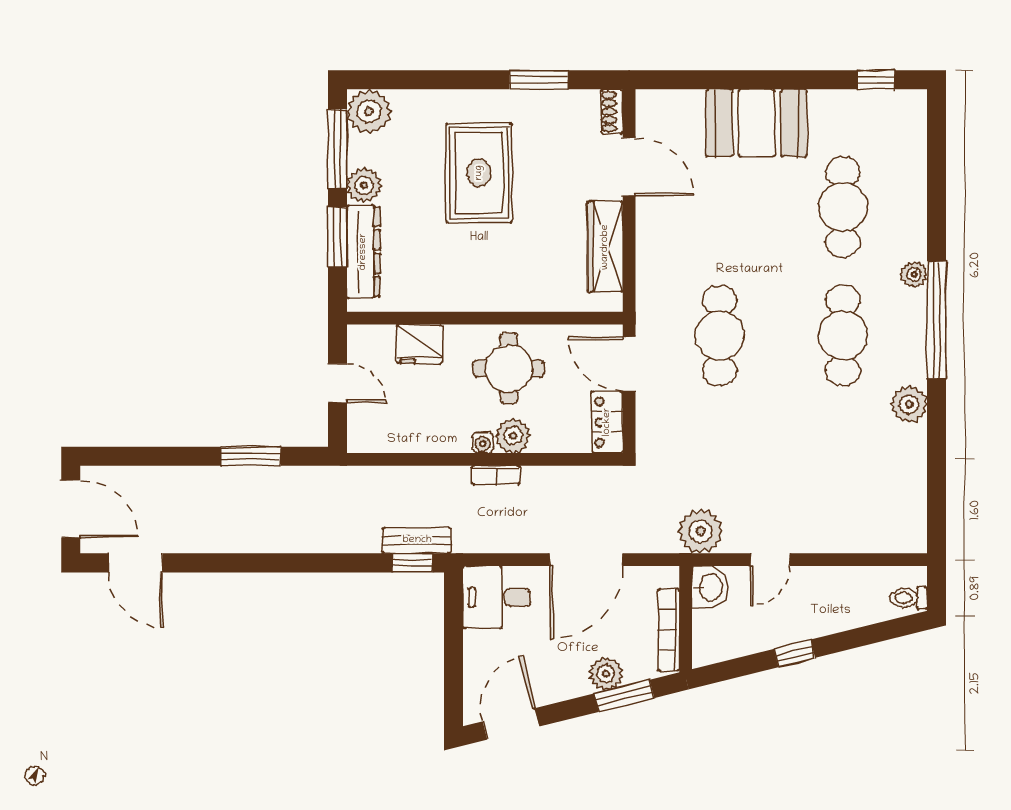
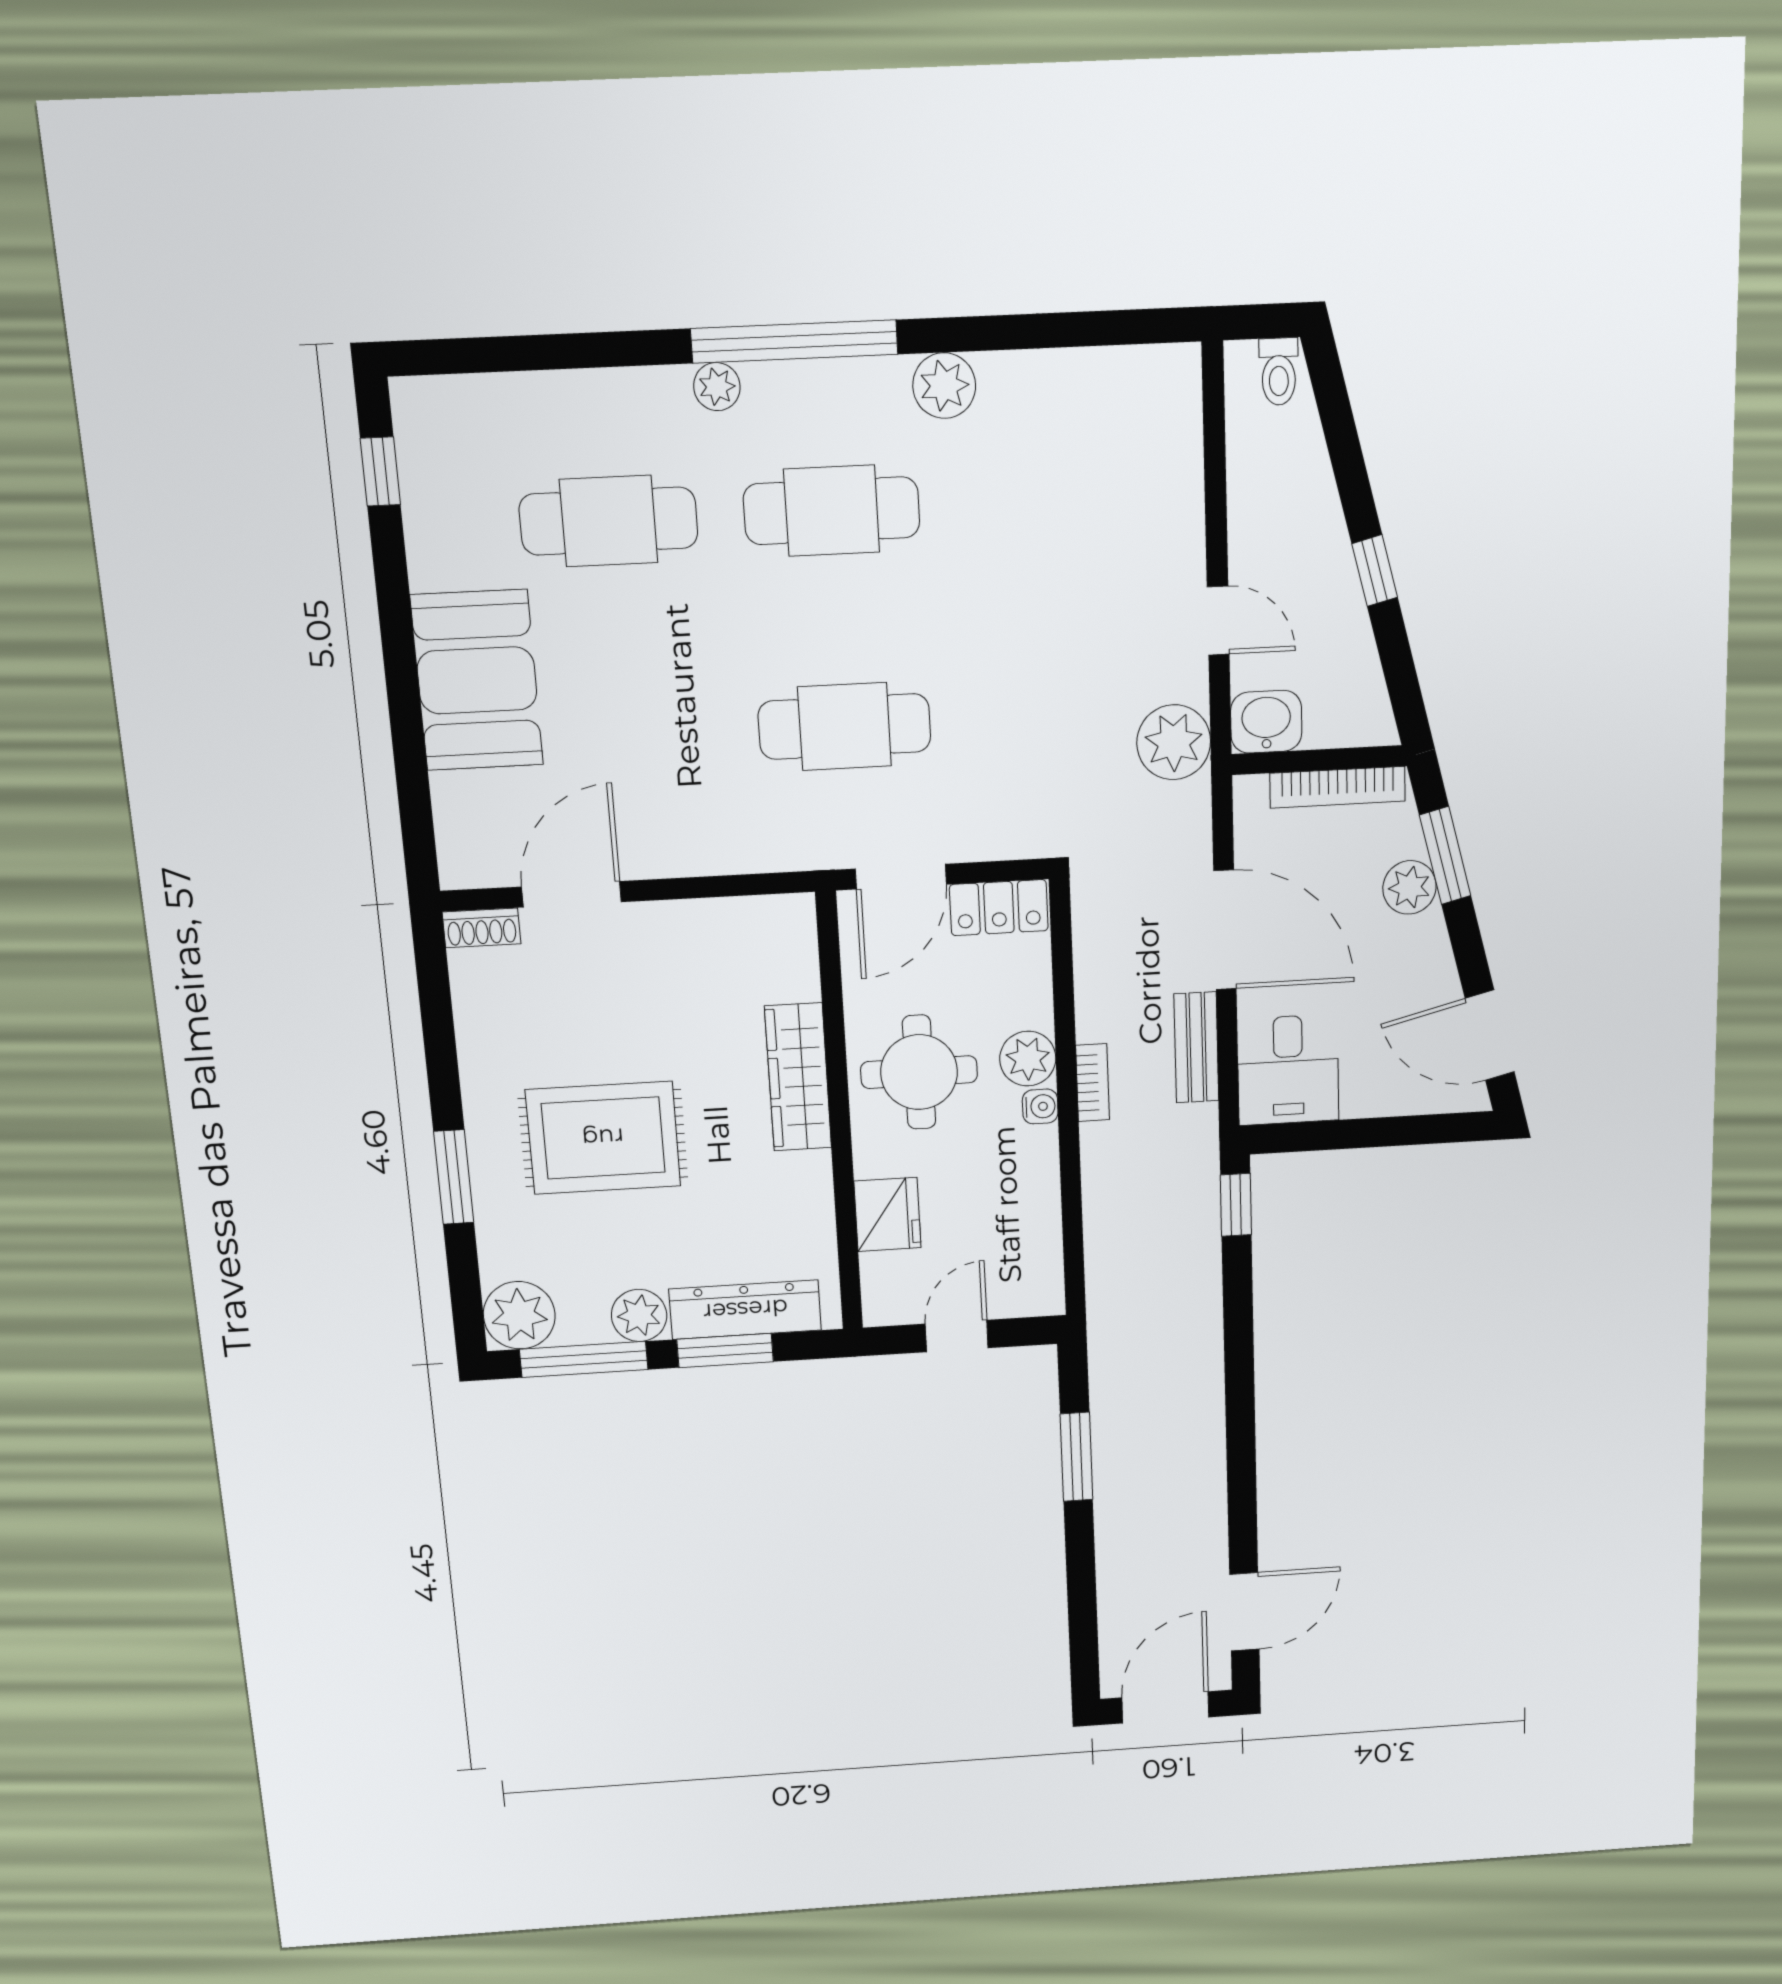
window: (539, 80) -> (454, 1177), moved
wardrobe: (605, 247) -> (798, 1077), moved, turned 90
bench: (417, 540) -> (1196, 1047), moved

